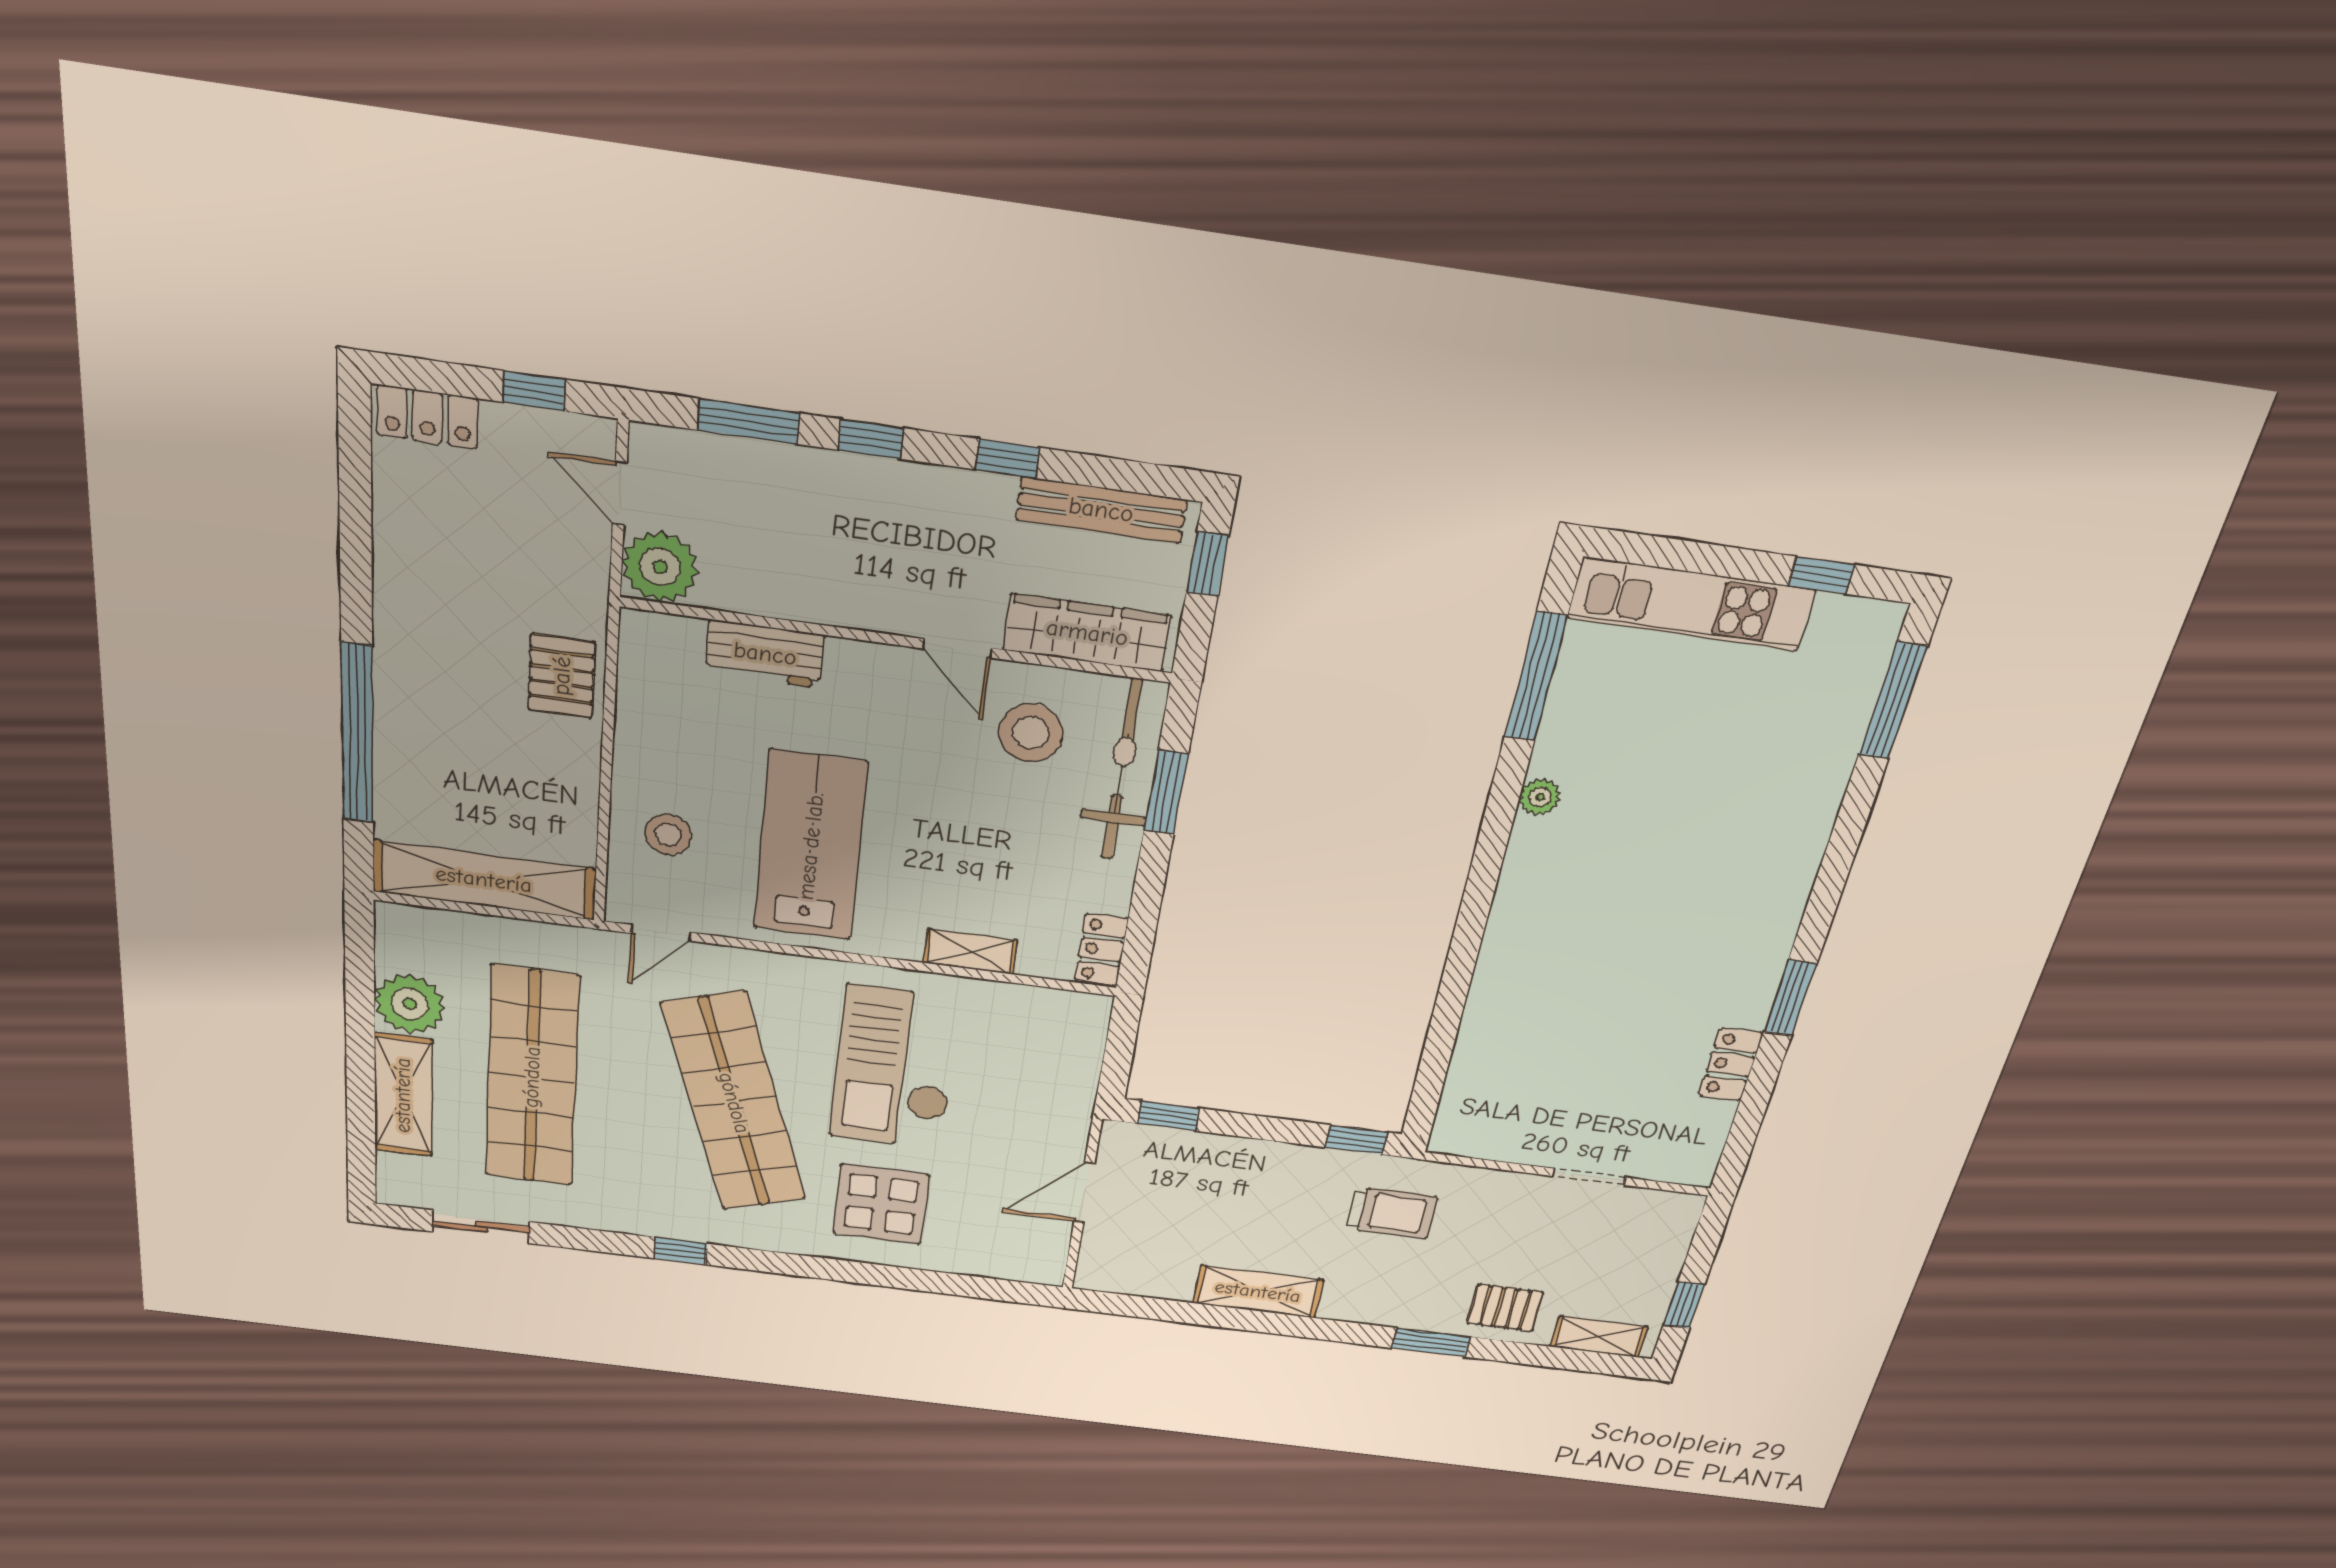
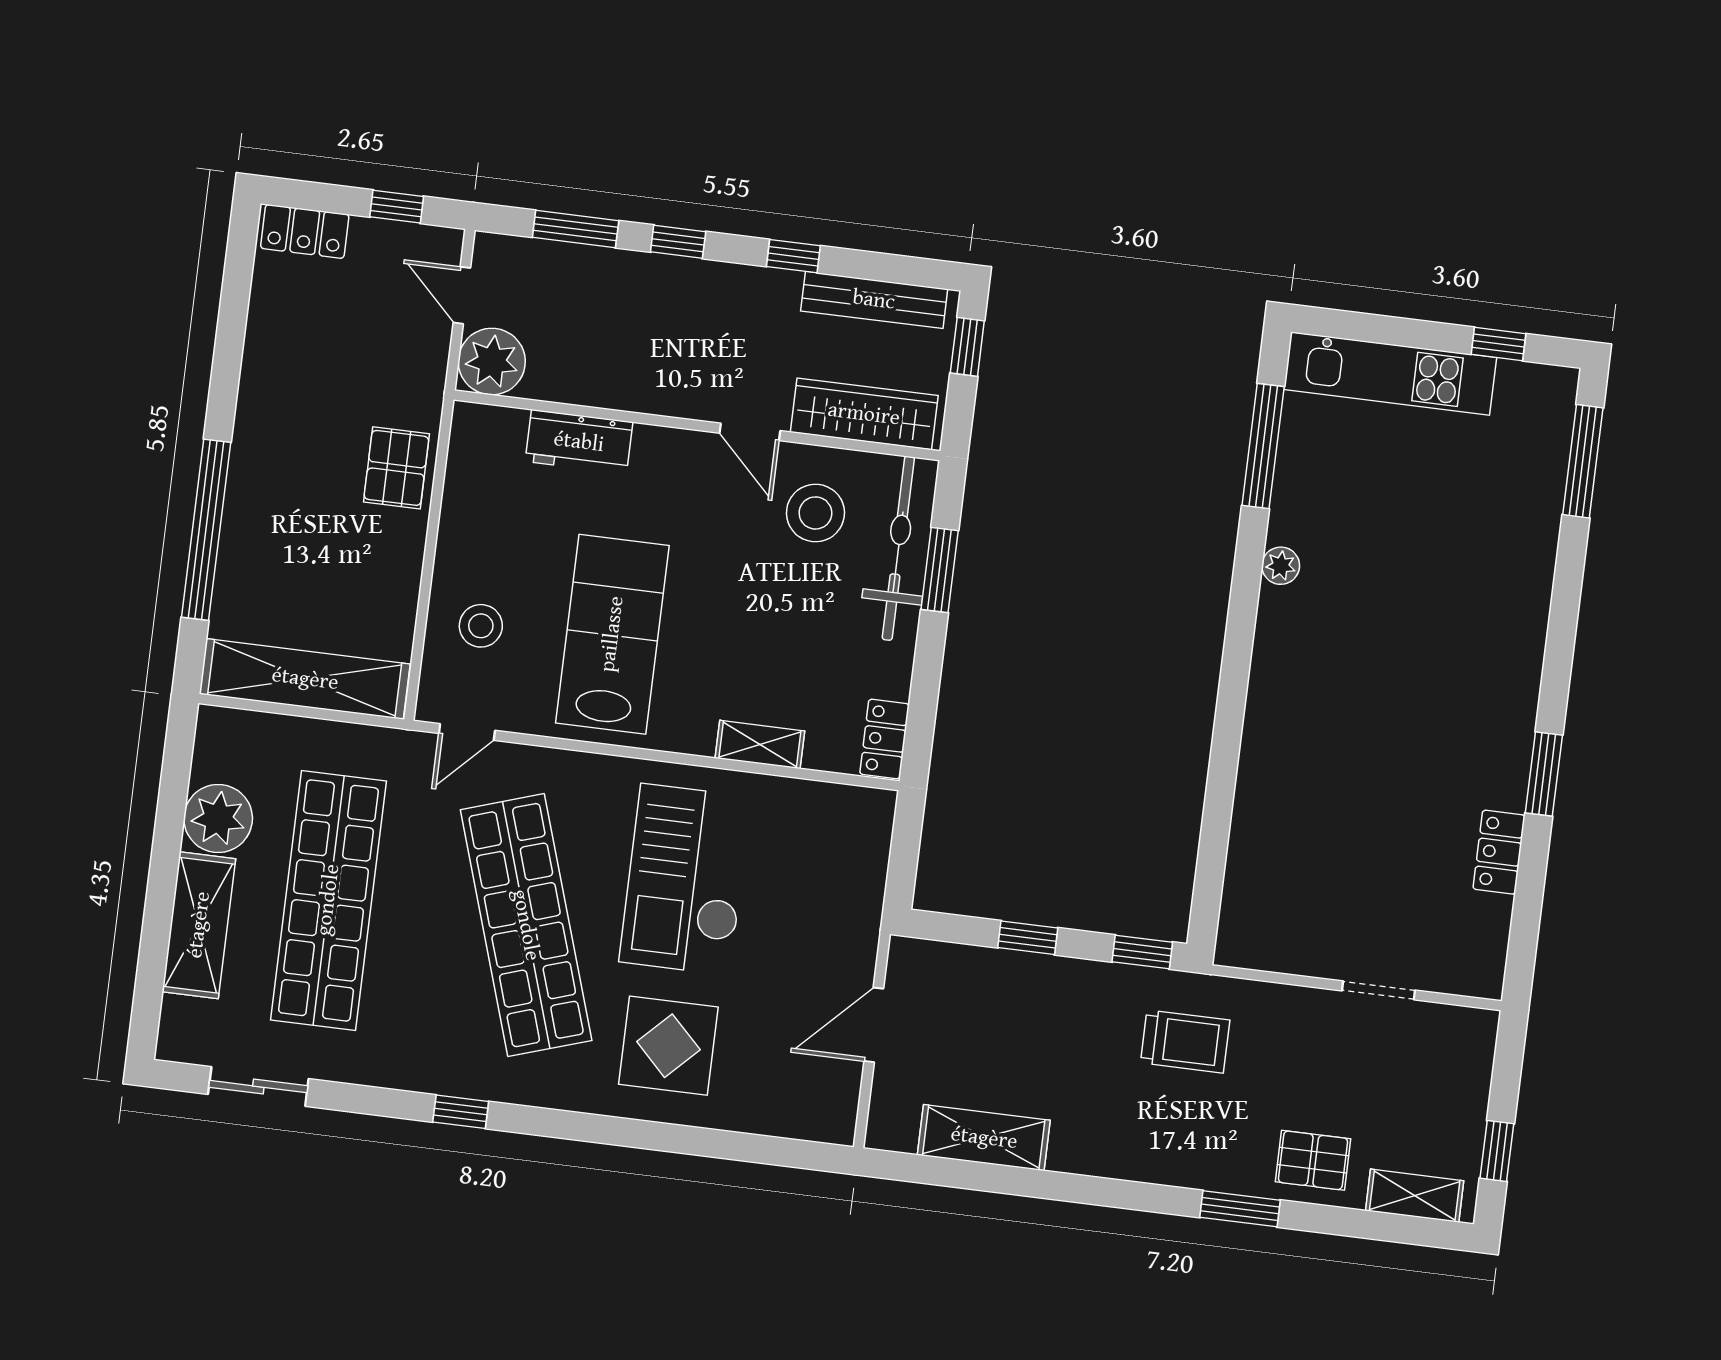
window: (1169, 1116) -> (1028, 938), moved
shelving: (1258, 1292) -> (984, 1138), moved

